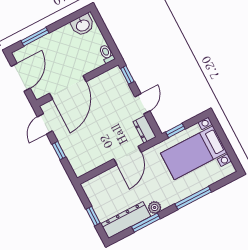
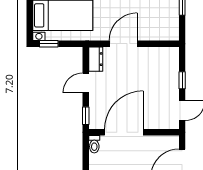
door: (68, 87) -> (124, 132), moved
window: (175, 131) -> (49, 44), moved

